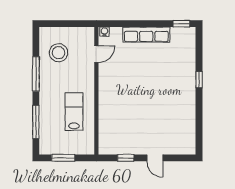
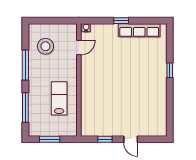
window: (181, 24) -> (121, 21), moved
row of seats: (146, 35) -> (139, 30), moved

